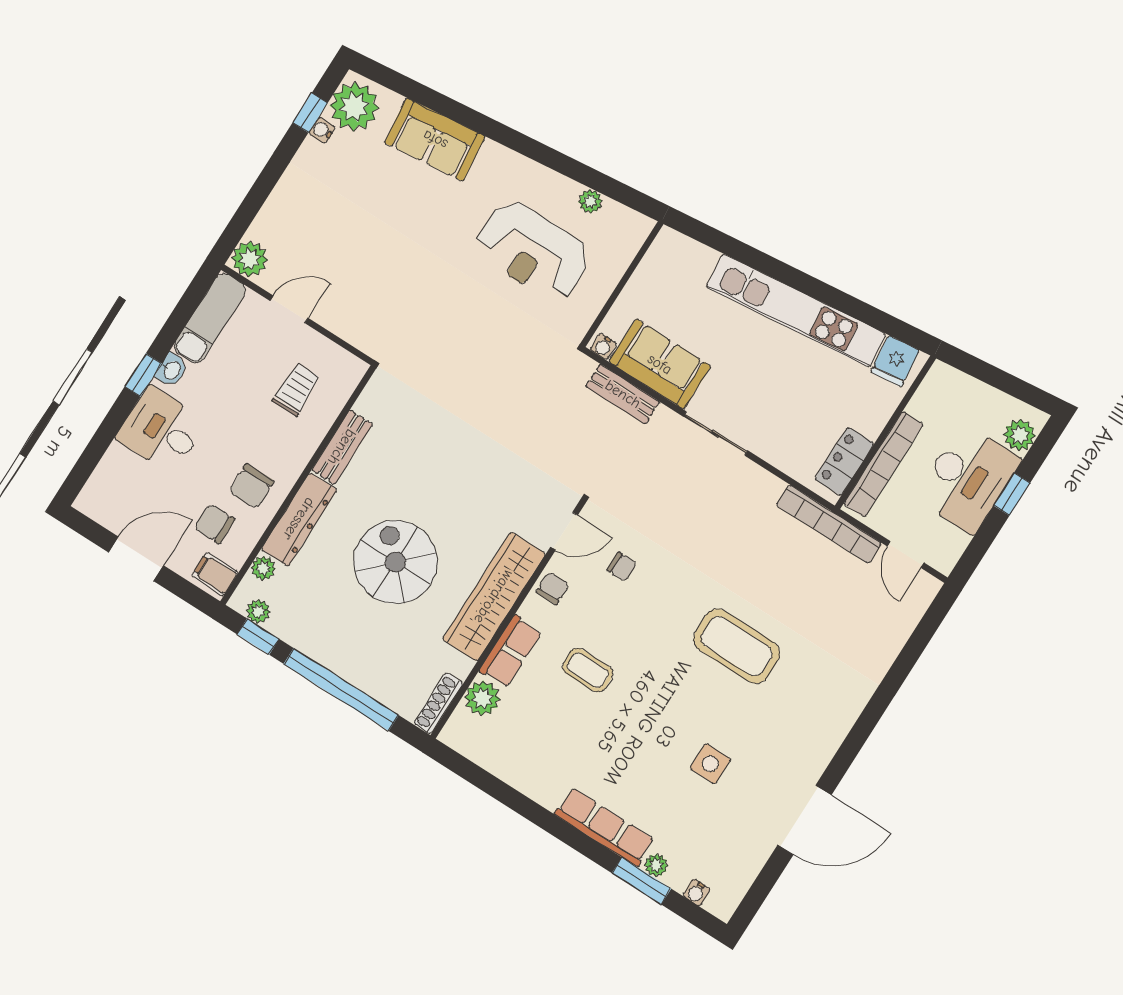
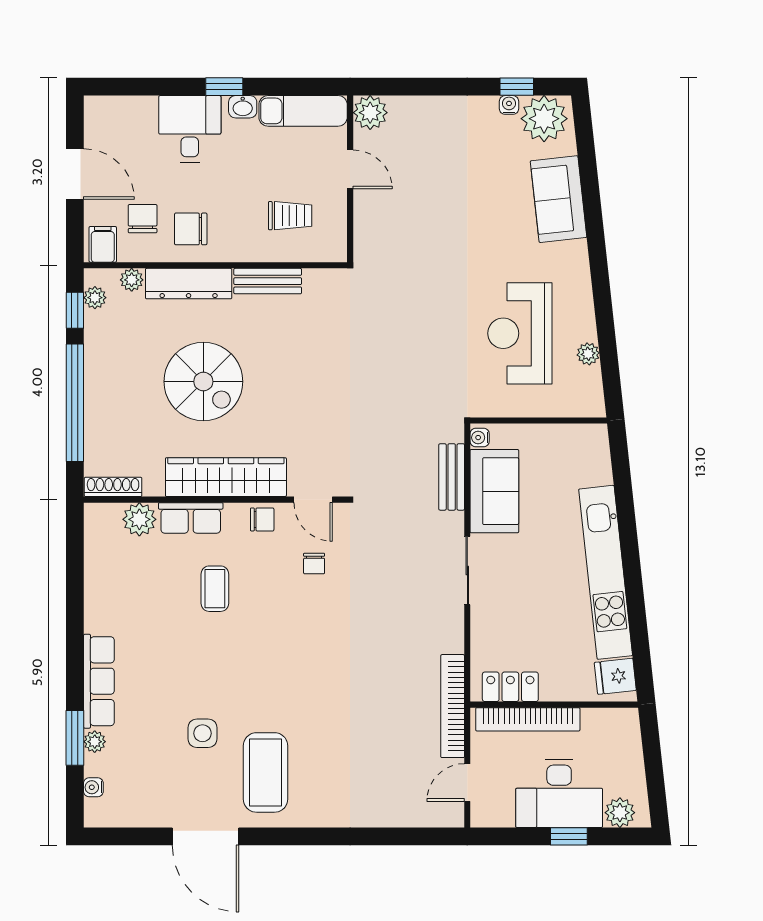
spiral stairs: (395, 562) -> (203, 382), turned 90
coffee table: (737, 646) -> (266, 772), moved

